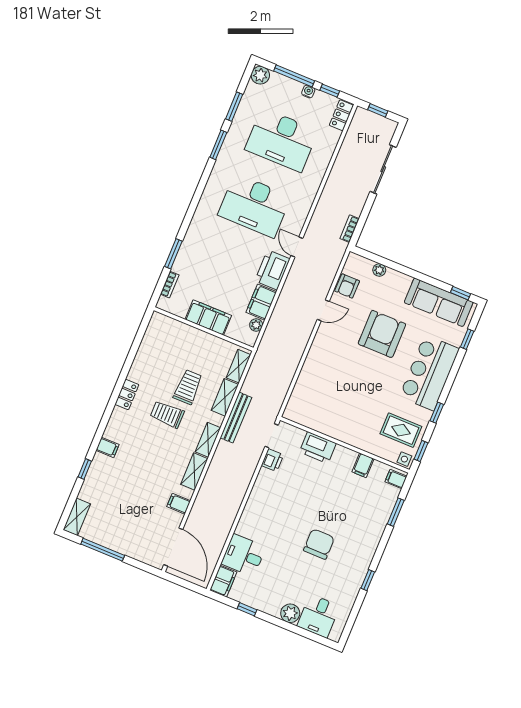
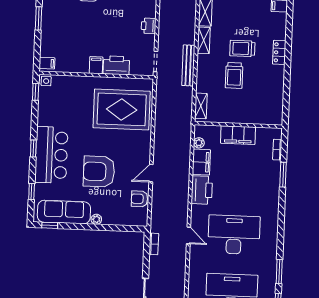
door: (297, 247) -> (189, 235), moved
plant: (379, 270) -> (96, 219), moved
armchair: (347, 286) -> (139, 199), turned -90
armchair: (382, 334) -> (99, 172), turned 90
shelving: (225, 397) -> (203, 78), removed
window: (437, 413) -> (33, 148), moved
trolley: (167, 414) -> (242, 48), turned 180
rug: (401, 430) -> (122, 109), moved, width x1.86, depth x2.06
printer: (272, 460) -> (149, 26), moved
filing cabinet: (363, 465) -> (96, 65), moved
window: (396, 512) -> (39, 18), moved

